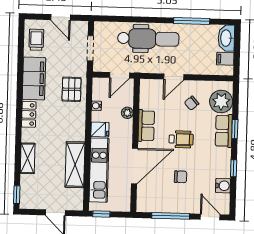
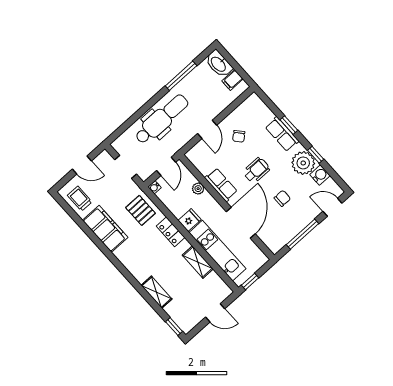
plant: (221, 101) -> (303, 163), moved
water cooler: (97, 106) -> (154, 187), moved
locker: (29, 114) -> (171, 232), moved, turned 180
shelving: (75, 165) -> (198, 262), width x0.67, depth x0.75

